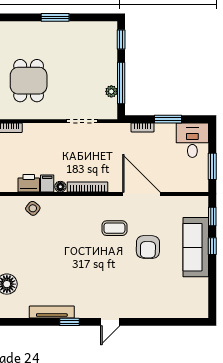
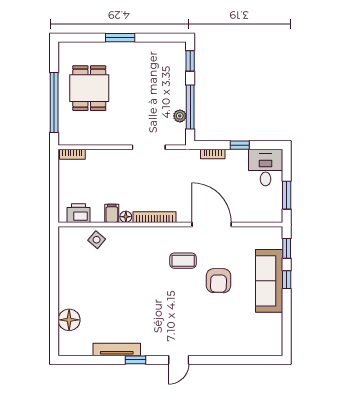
dining table: (29, 81) -> (89, 88), moved
window: (168, 119) -> (240, 145), width x0.67
printer: (29, 183) -> (79, 213), moved

